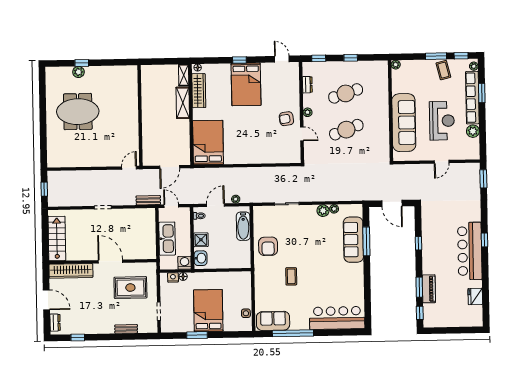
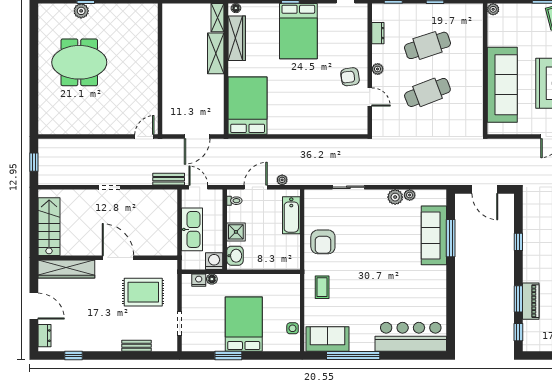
coffee table: (291, 276) -> (322, 287), moved

